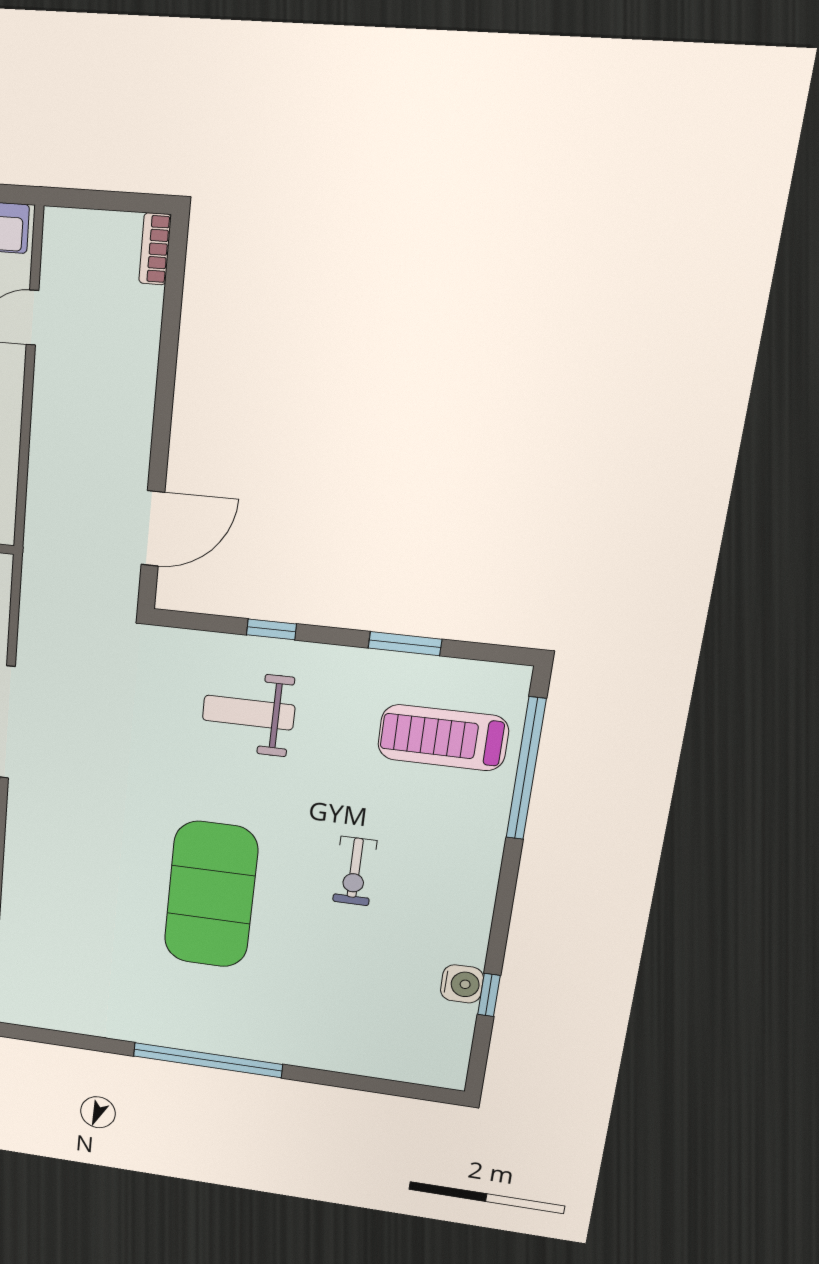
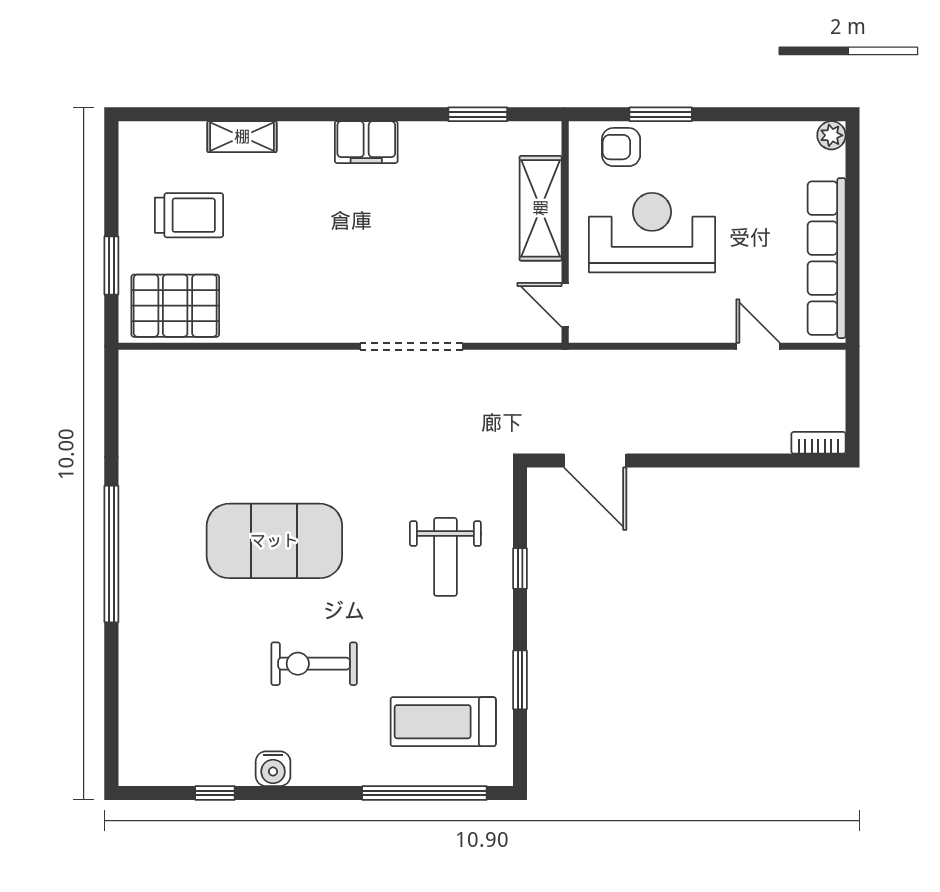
weight bench: (249, 713) -> (445, 557), turned 180
treadmill: (443, 738) -> (443, 722), turned -90
exercise bike: (355, 871) -> (314, 664), width x1.38, depth x1.39
water cooler: (462, 984) -> (273, 769), moved

